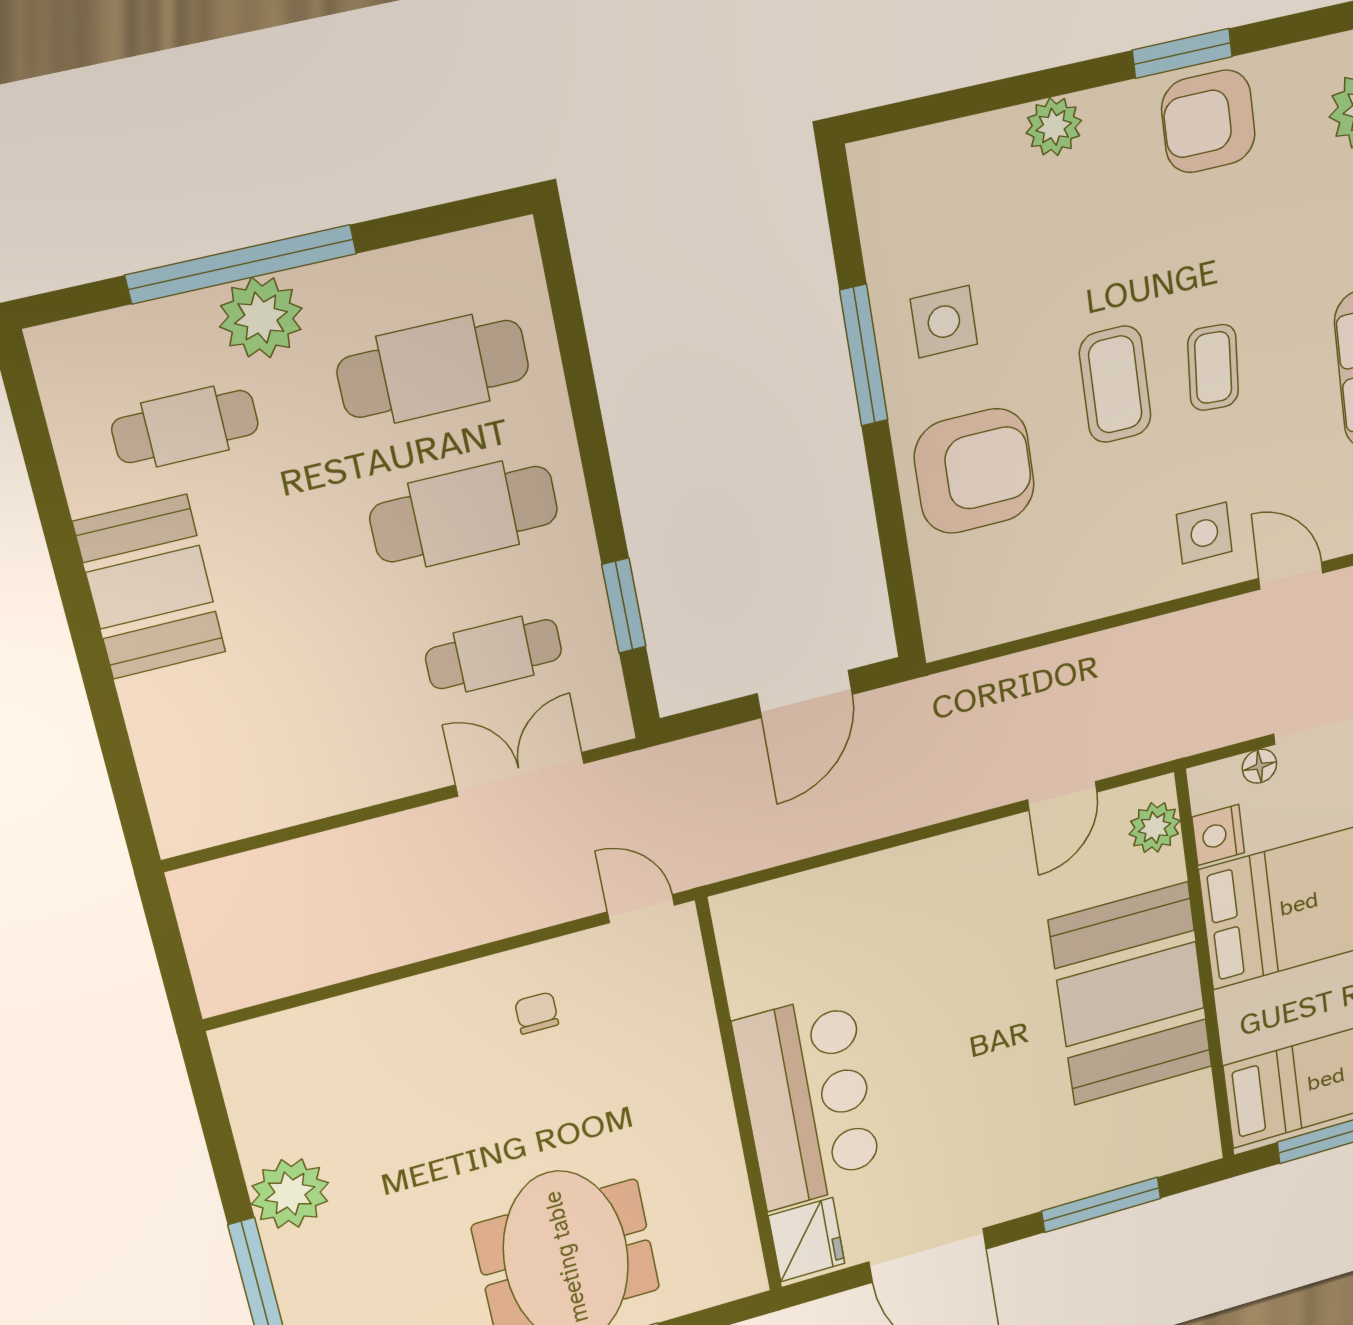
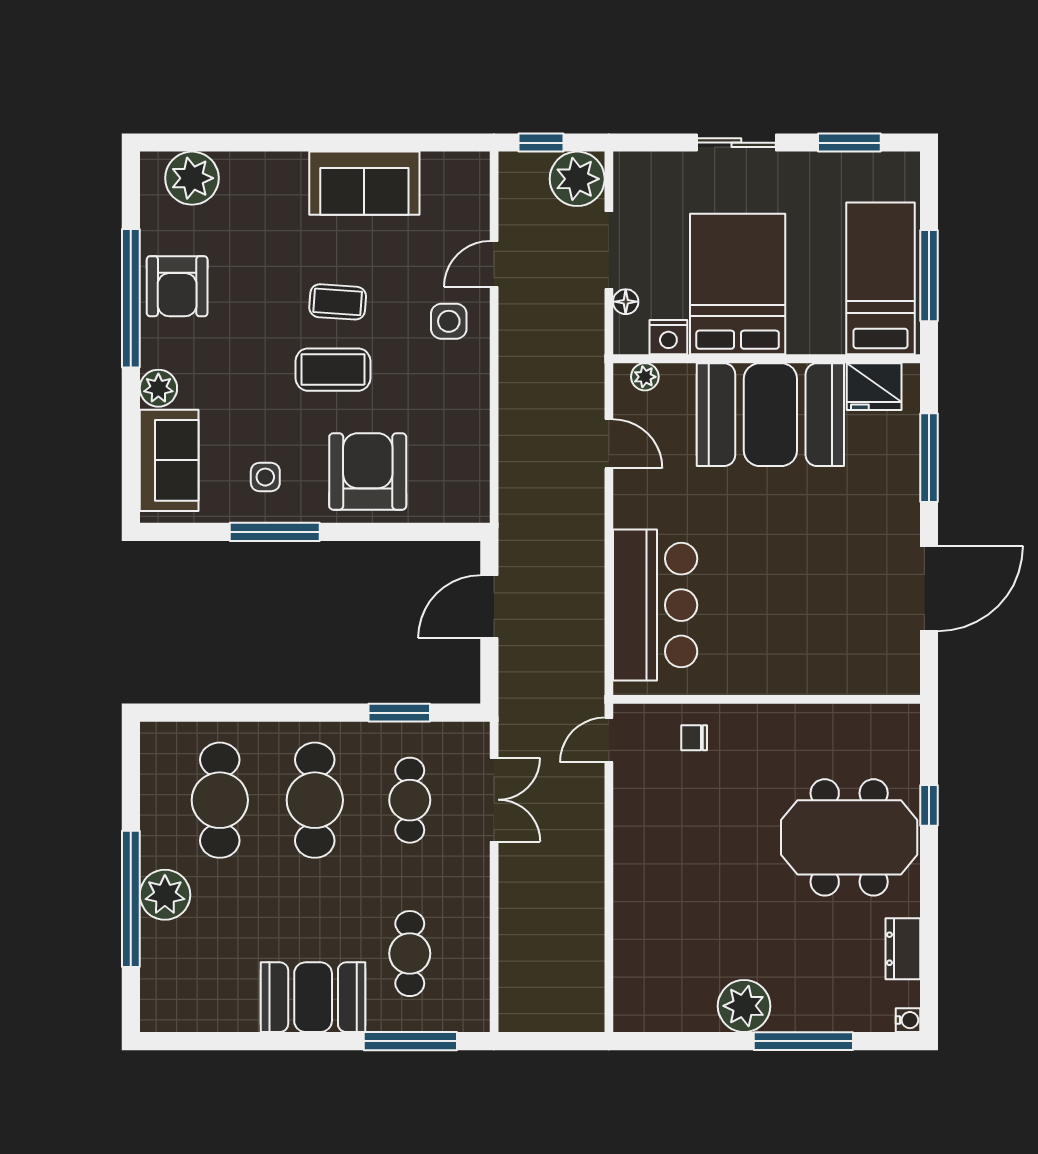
window: (1182, 53) -> (131, 298), width x2.11
sofa: (947, 168) -> (169, 460), added
side table: (944, 322) -> (265, 477), width x0.73, depth x0.73
cafe table: (185, 427) -> (410, 954), moved
door: (805, 694) -> (489, 607), swing flipped
window: (117, 749) -> (410, 1041), added
double door: (520, 774) -> (494, 800), swing flipped
plant: (1155, 827) -> (645, 377), width x0.73, depth x0.73
chair: (537, 1013) -> (694, 738), moved
bar counter: (808, 1101) -> (655, 605), moved, turned 90
fridge: (807, 1240) -> (874, 387), moved, turned 180

